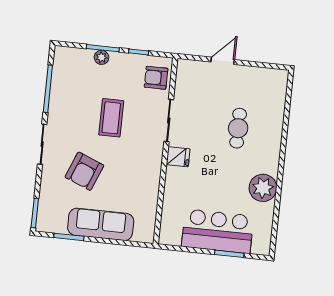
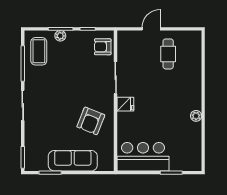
coffee table: (111, 118) -> (39, 51), moved
cafe table: (238, 128) -> (168, 54), moved
armchair: (84, 171) -> (91, 121), moved
plant: (263, 188) -> (196, 116), width x0.53, depth x0.53
bar counter: (218, 231) -> (143, 157), moved

